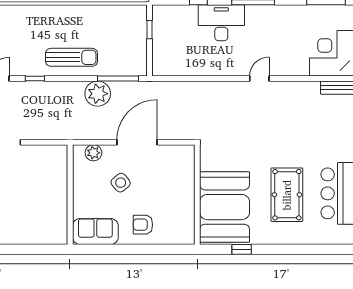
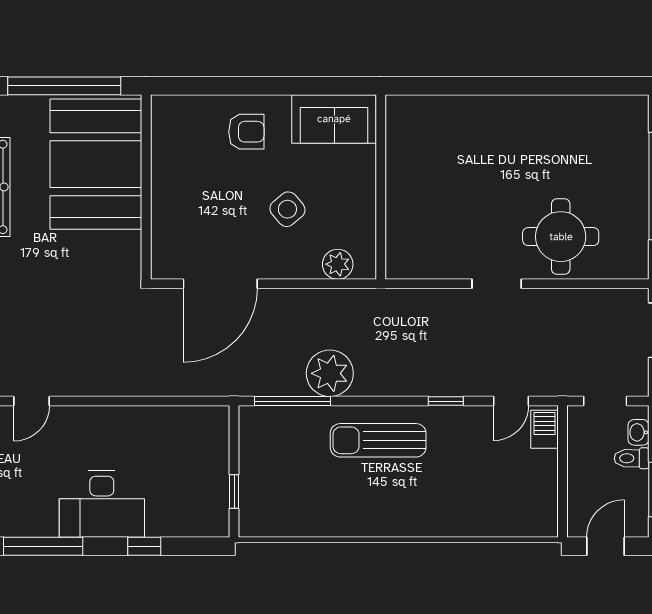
door: (137, 142) -> (220, 284), moved
window: (242, 249) -> (64, 86), width x3.17

